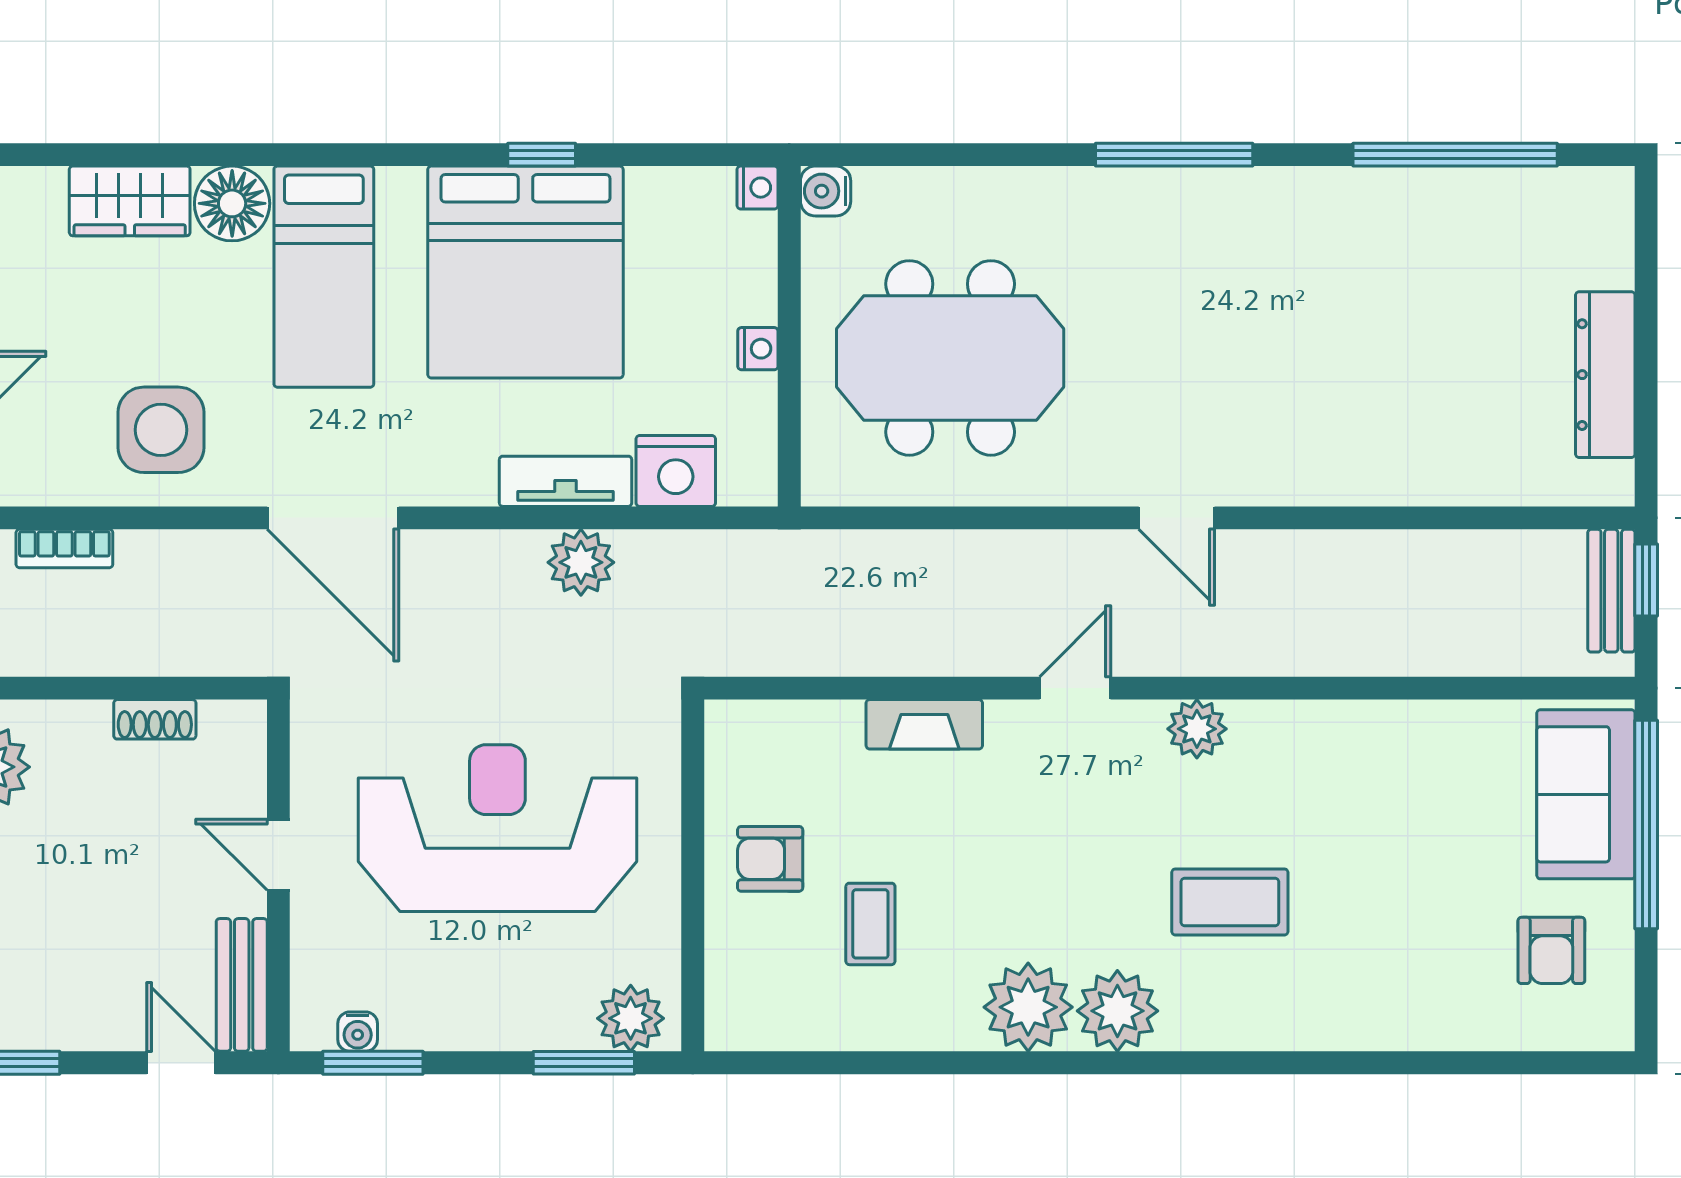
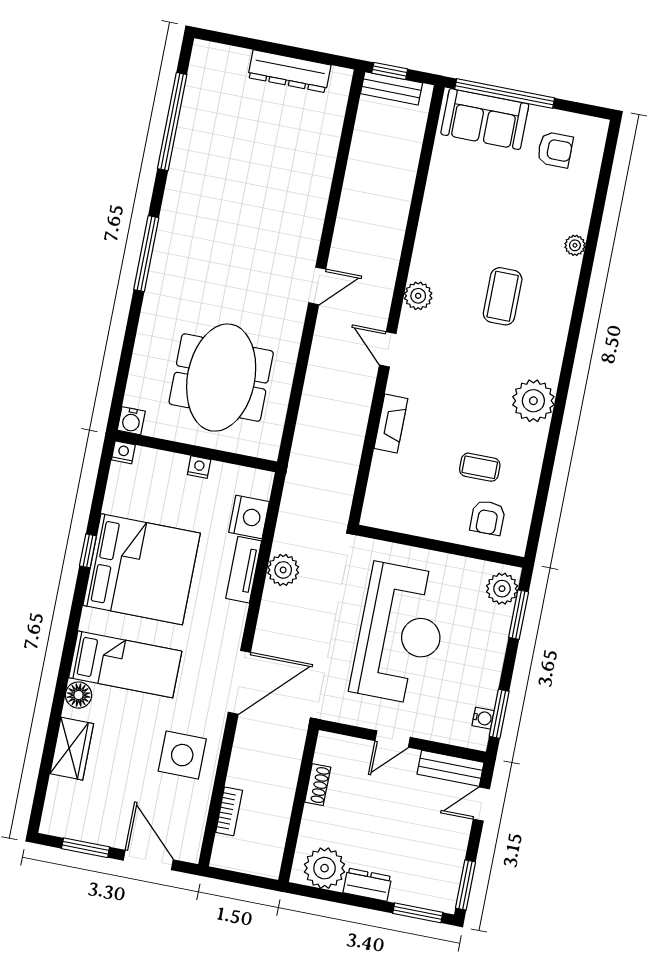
floor lamp: (232, 203) -> (79, 695), width x0.73, depth x0.73
reception desk: (497, 828) -> (400, 634), turned 180
armchair: (770, 859) -> (488, 518), moved
plant: (1117, 1011) -> (575, 245), moved, width x0.53, depth x0.53

